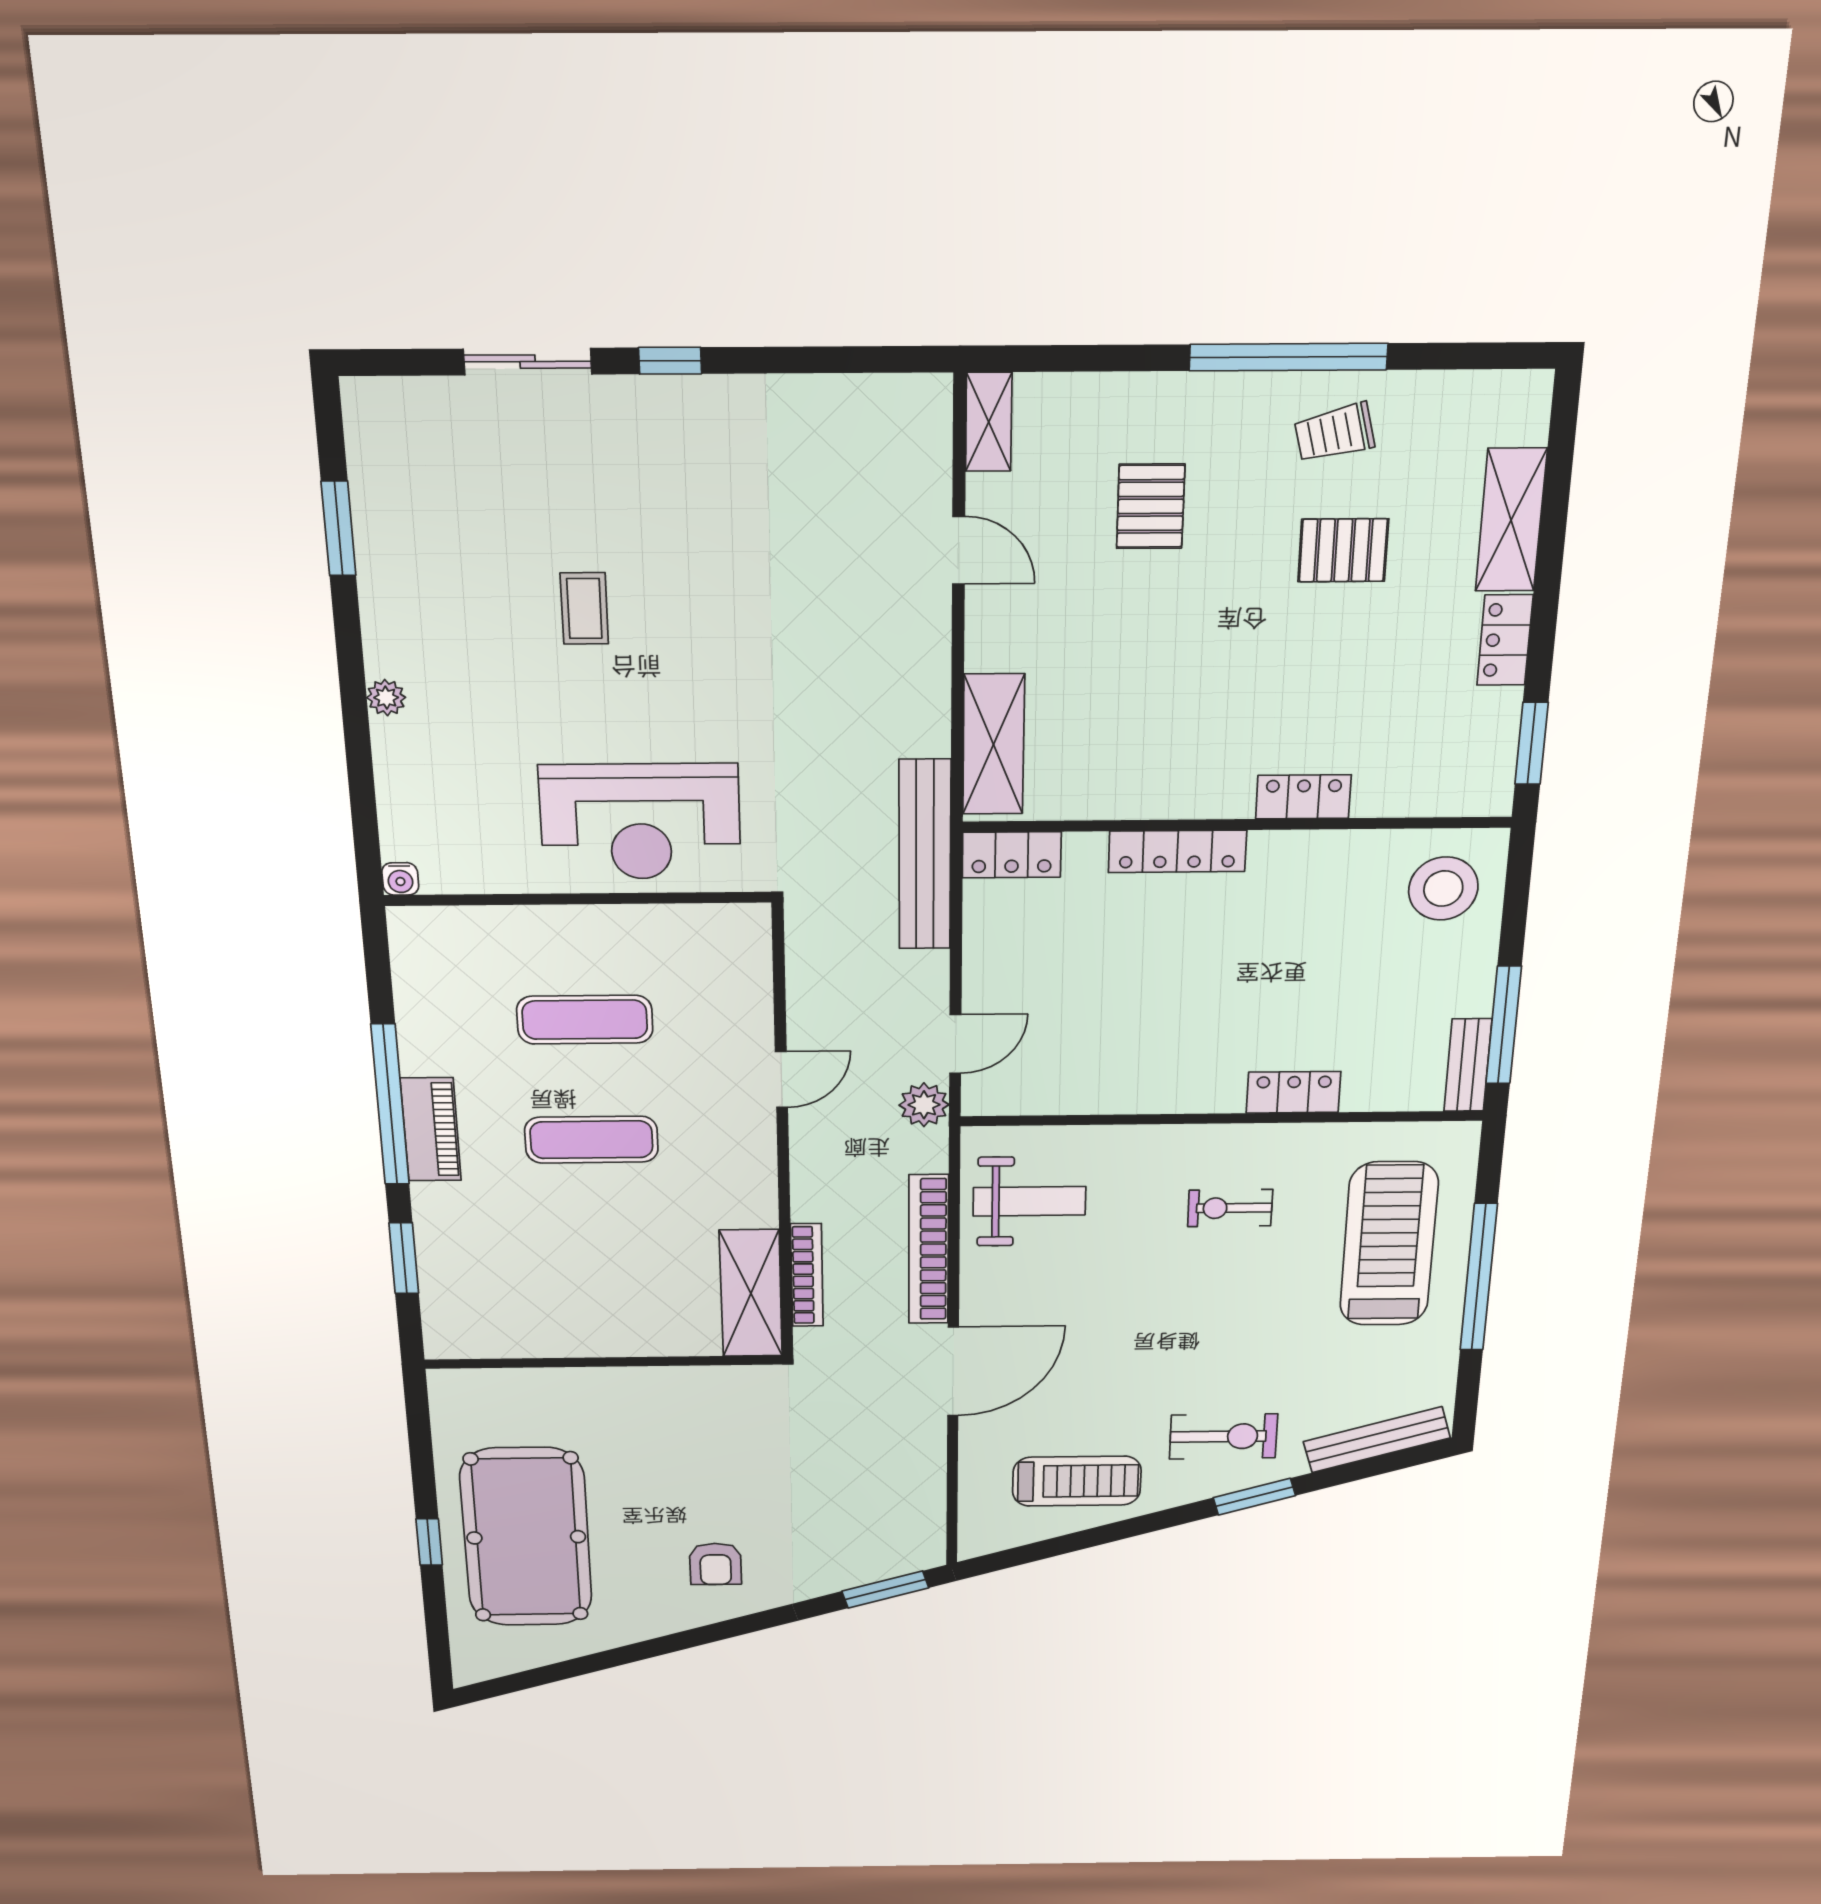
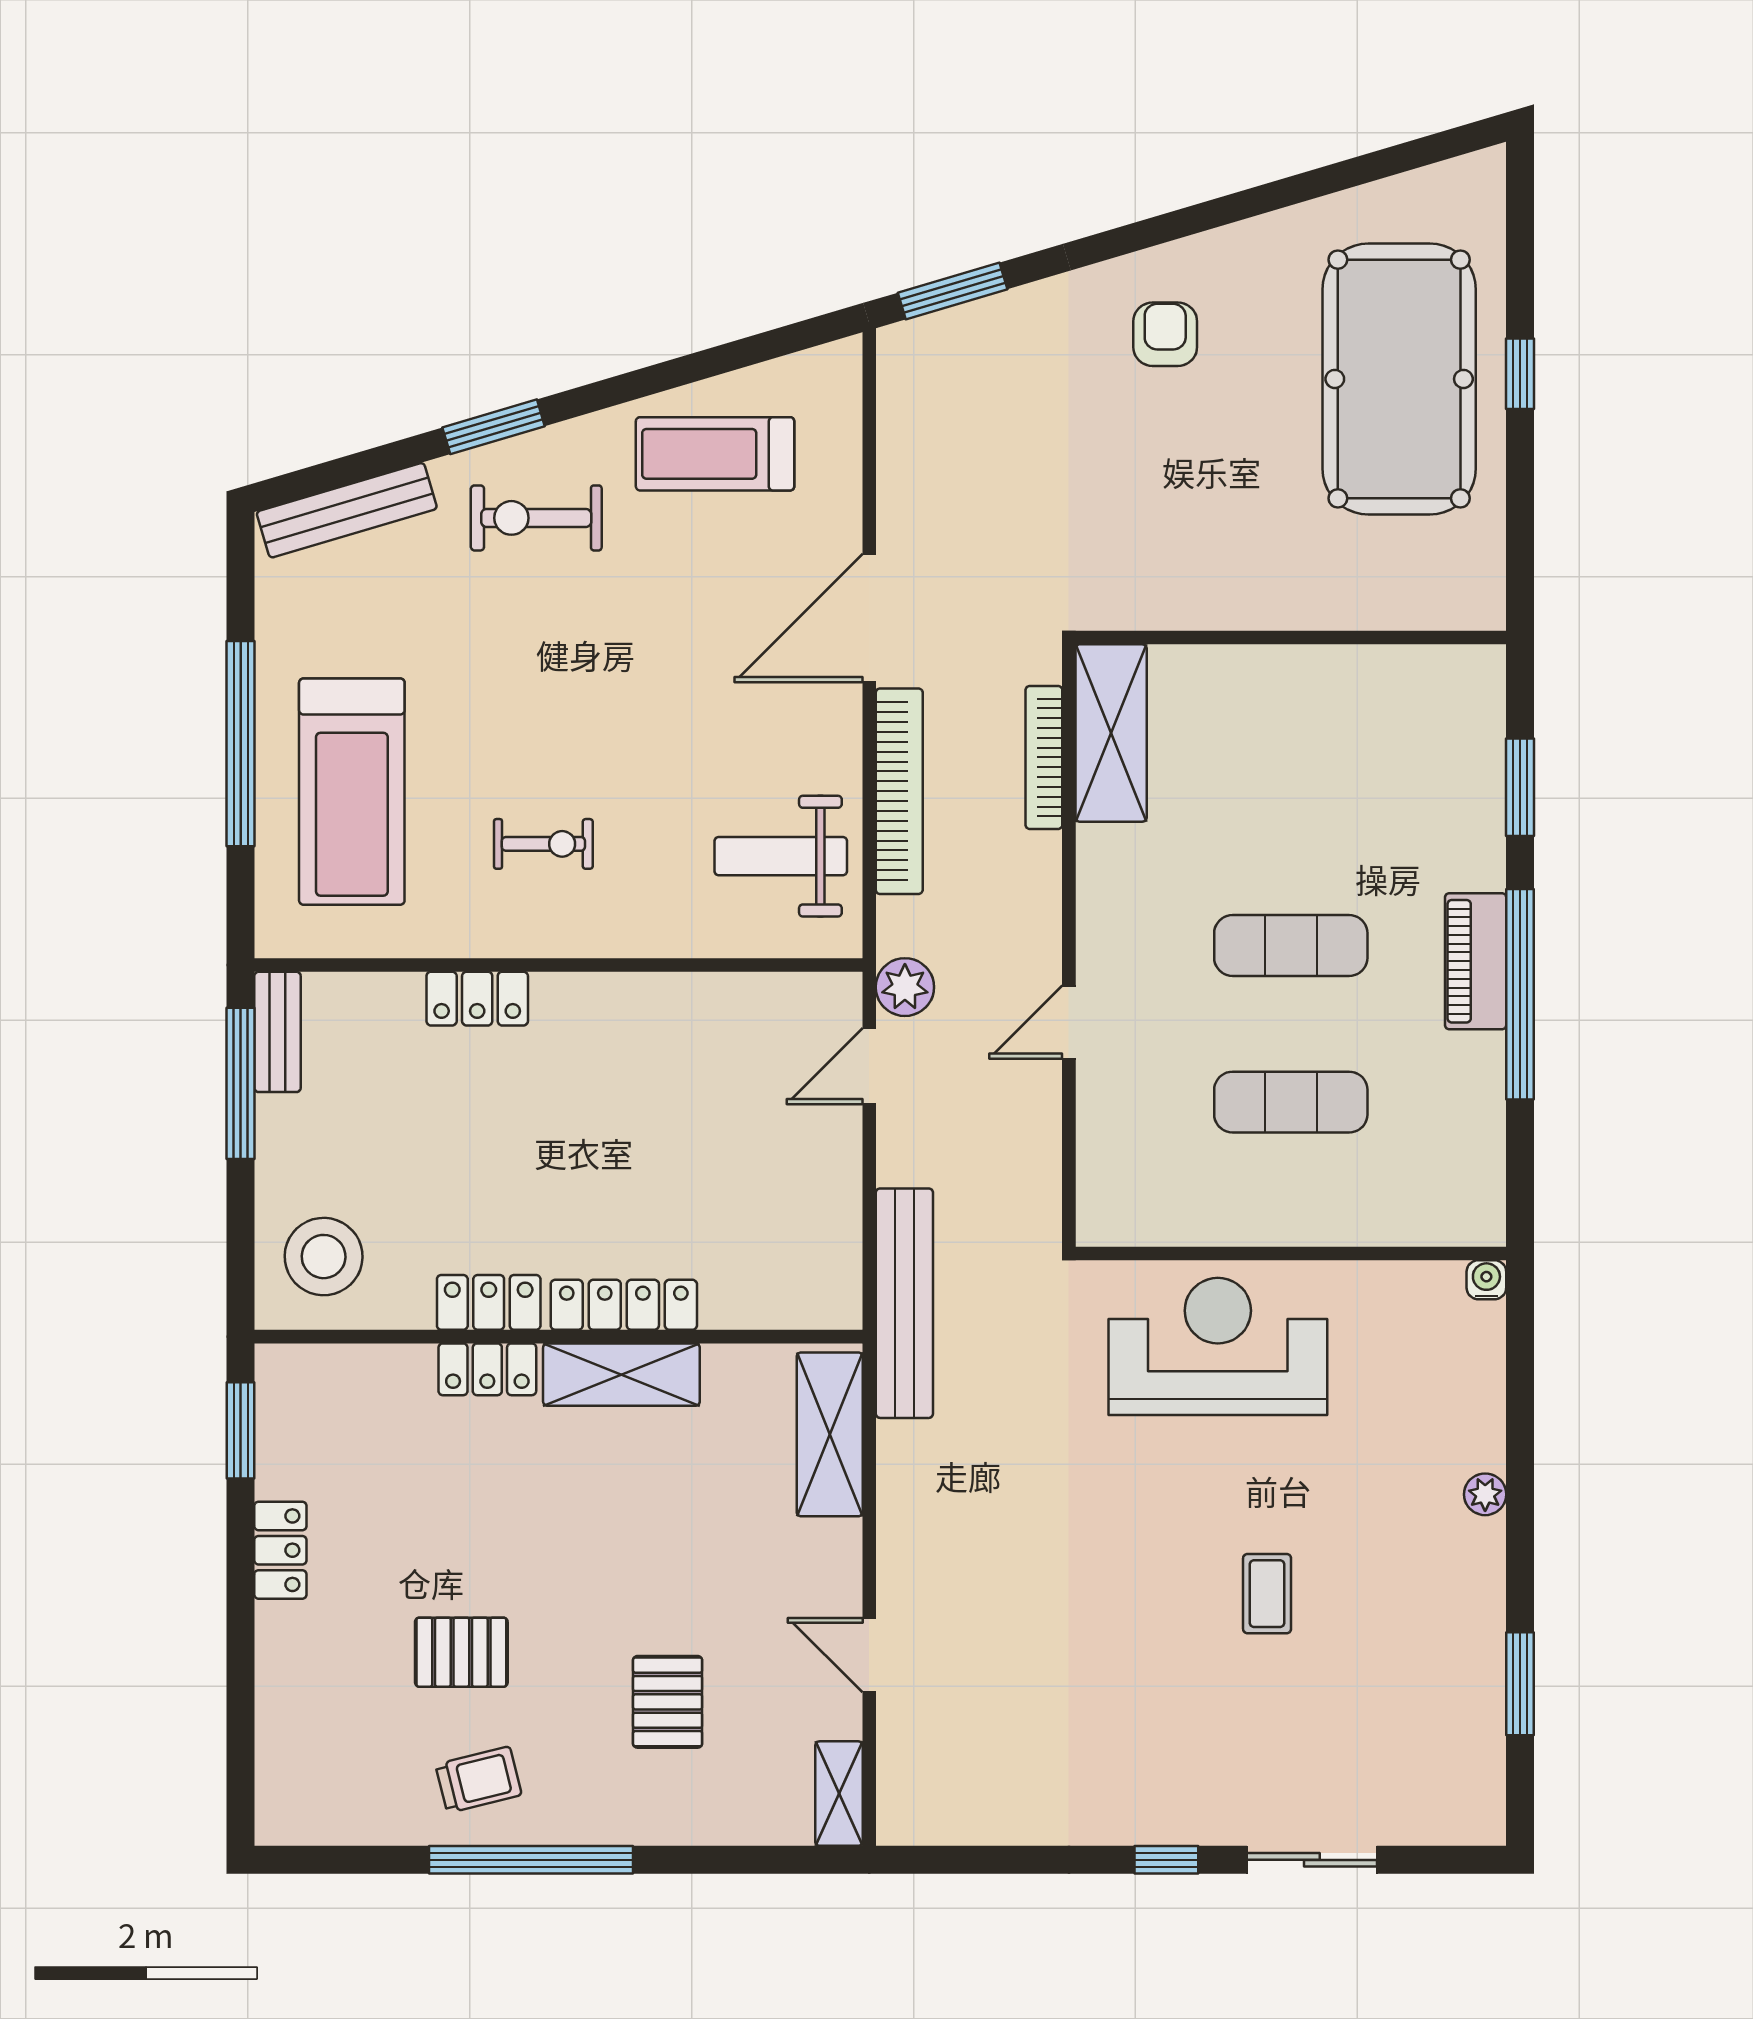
shelving: (1511, 520) -> (621, 1375), moved, turned 90
locker: (1012, 855) -> (489, 1302), moved

